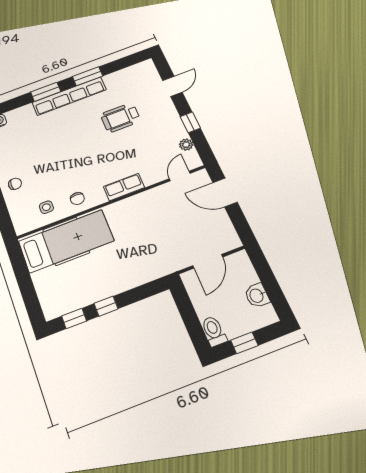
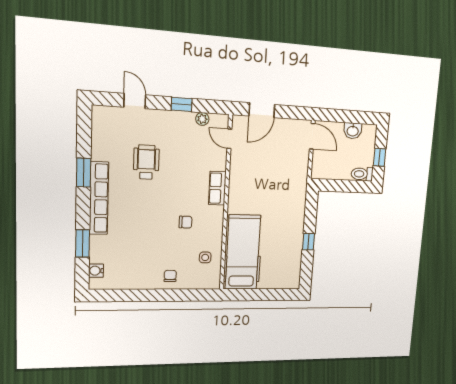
window: (46, 92) -> (83, 243), moved
wheelchair: (121, 118) -> (146, 162), turned 180
chair: (77, 199) -> (186, 222), moved
door: (208, 261) -> (312, 136), moved
window: (74, 319) -> (306, 268), removed

